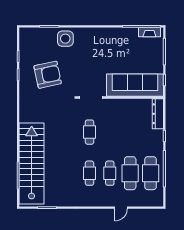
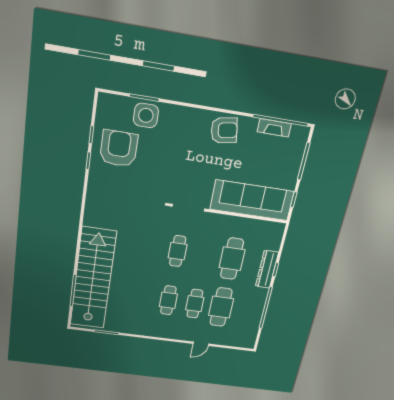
fireplace: (149, 32) -> (274, 128), moved
side table: (65, 39) -> (146, 115), moved
armchair: (105, 39) -> (224, 130), added
armchair: (48, 75) -> (119, 149), moved, turned -78
dresser: (158, 114) -> (267, 269), moved
cafe table: (151, 173) -> (232, 259), moved

